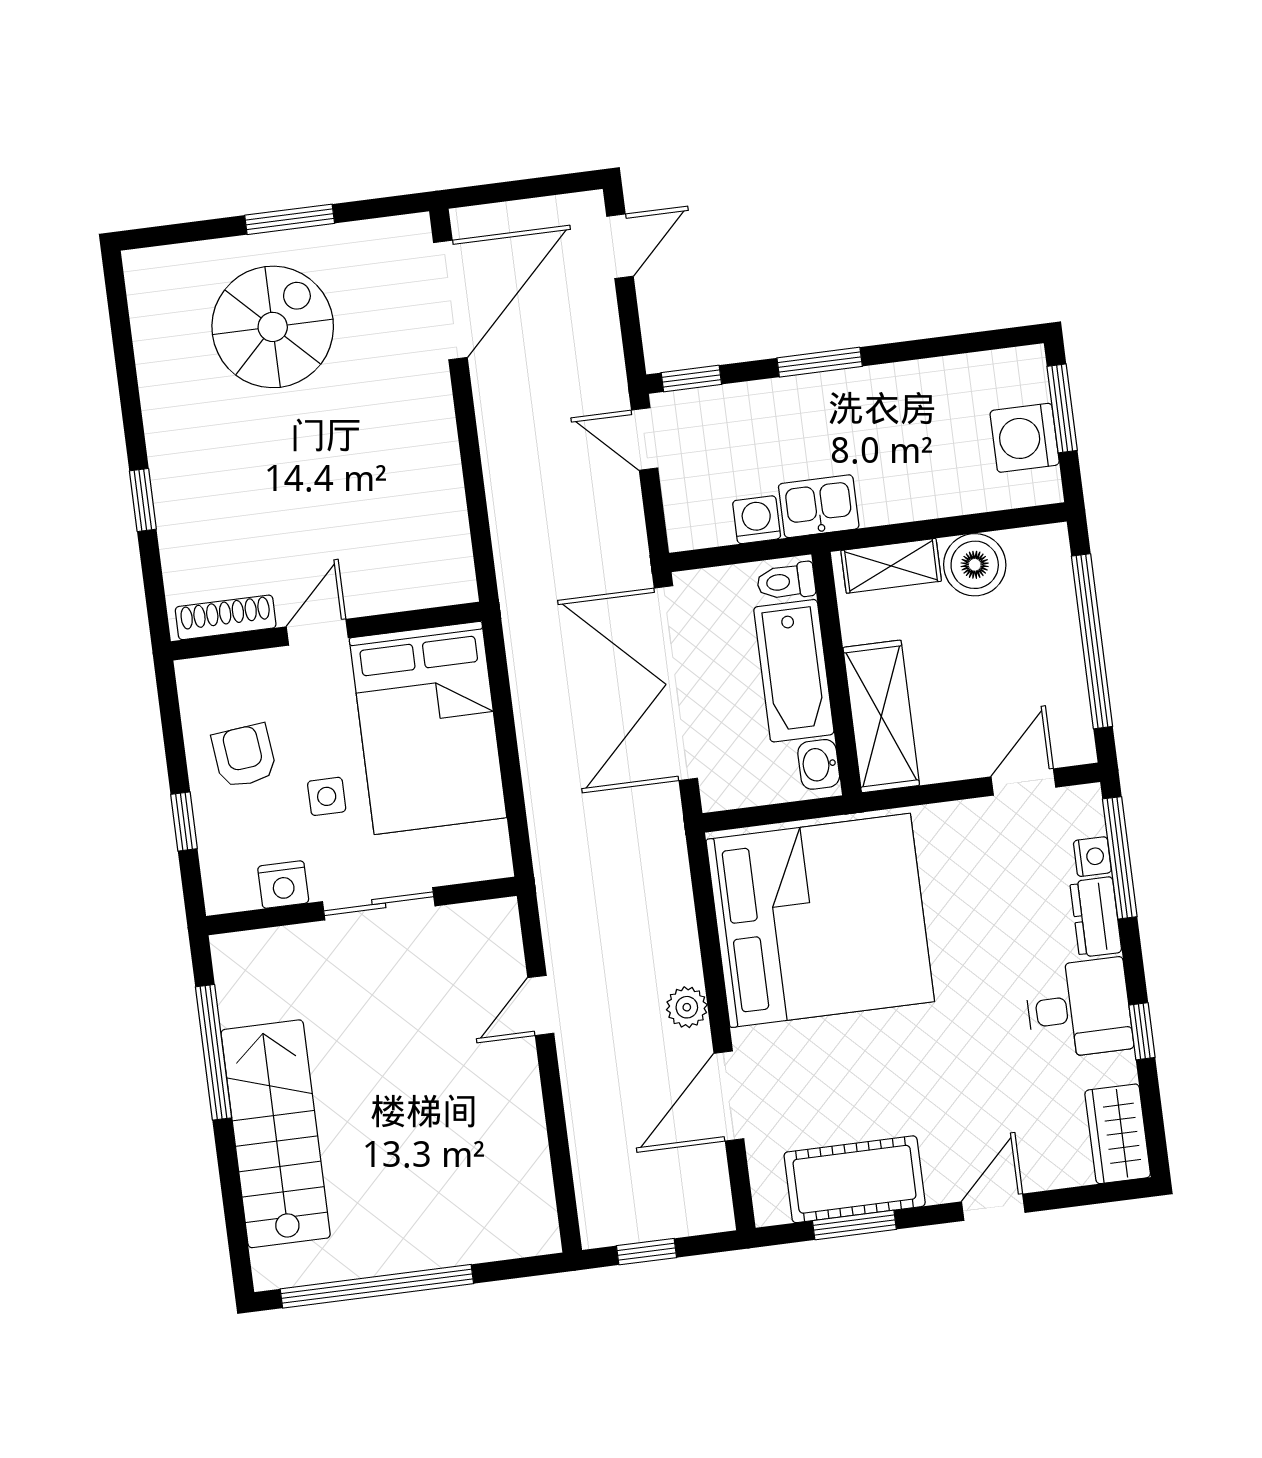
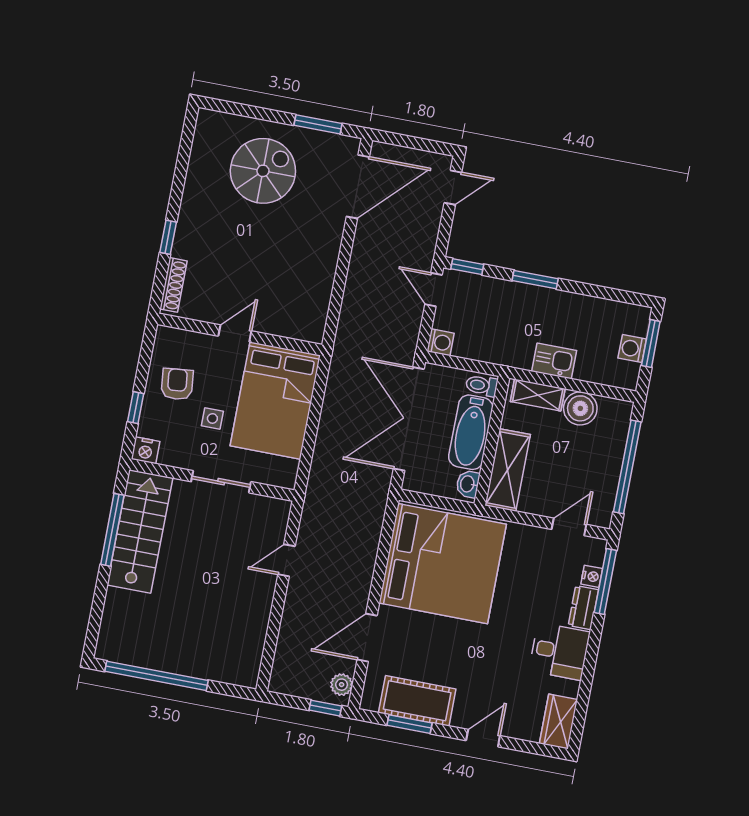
window: (290, 219) -> (318, 124), moved
washing machine: (1025, 438) -> (632, 349), width x0.73, depth x0.73
kitchen sink: (819, 506) -> (554, 361), moved
washing machine: (757, 520) -> (441, 342), moved, turned 90
shoe rack: (226, 617) -> (173, 285), moved, turned 90
nightstand: (283, 885) -> (146, 450), moved
plant: (687, 1007) -> (342, 685), moved
window: (1142, 1031) -> (588, 673), removed
stairs: (276, 1134) -> (140, 531), moved
window: (647, 1252) -> (325, 708), moved

